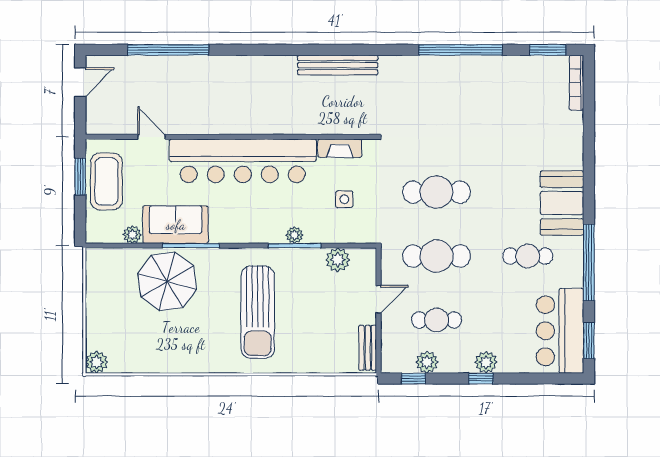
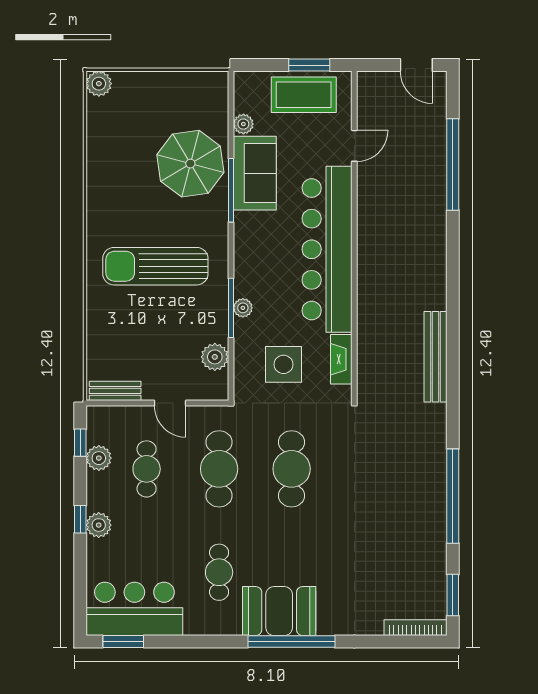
side table: (344, 199) -> (283, 364), width x1.87, depth x1.87
window: (589, 262) -> (291, 642), moved

